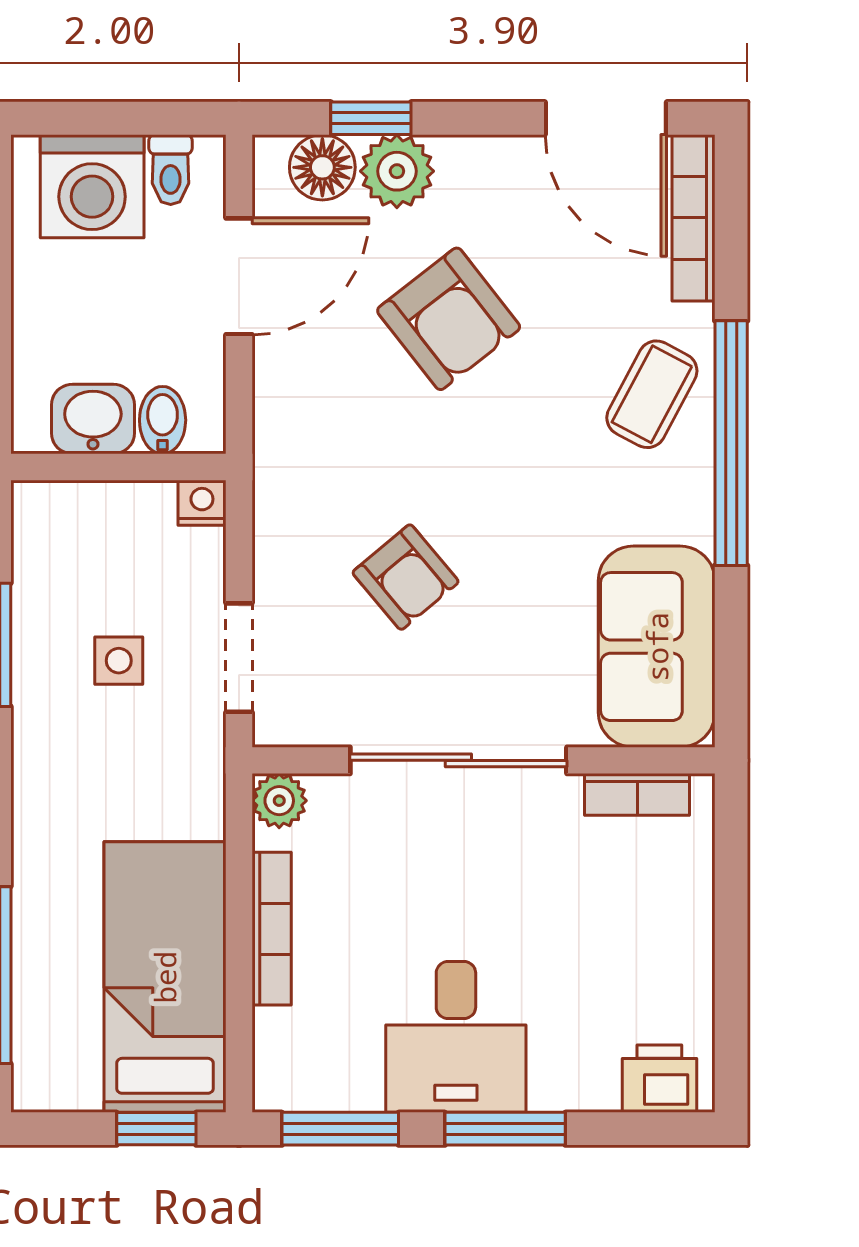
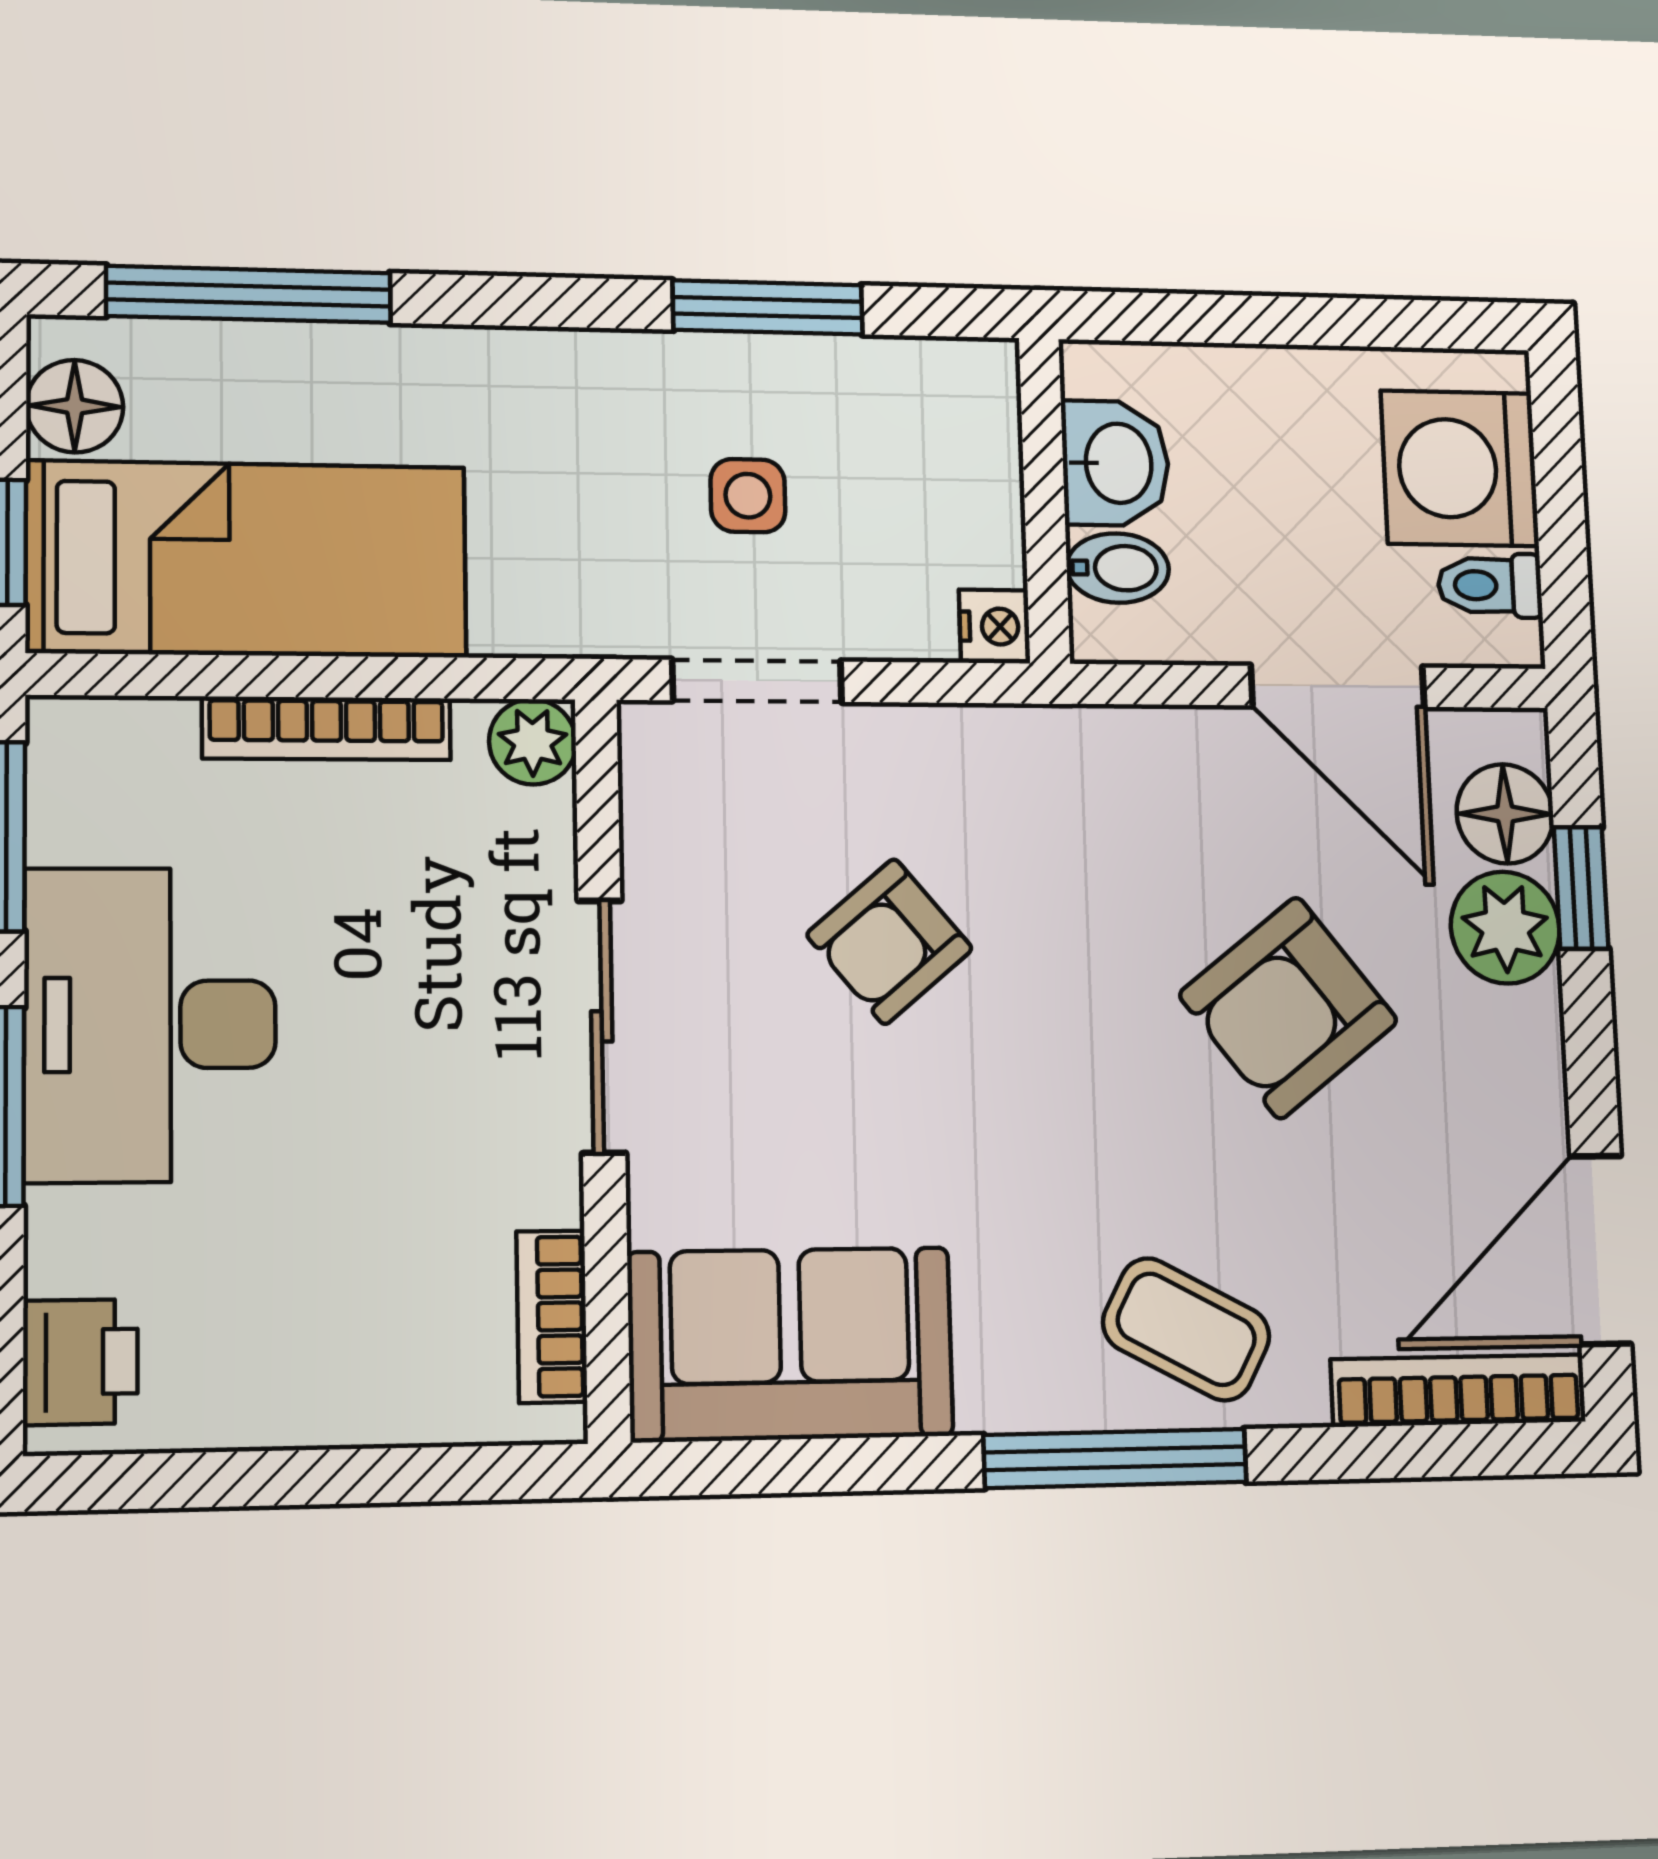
window: (731, 443) -> (1115, 1458), width x0.68
sliding door: (458, 760) -> (602, 1026), width x0.73
desk: (456, 1037) -> (150, 1025), width x1.37
floor lamp: (69, 1083) -> (75, 406), added

